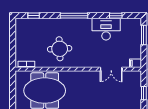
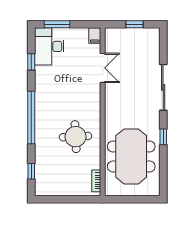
window: (74, 16) -> (31, 117), width x1.46
desk: (106, 29) -> (49, 46), moved

